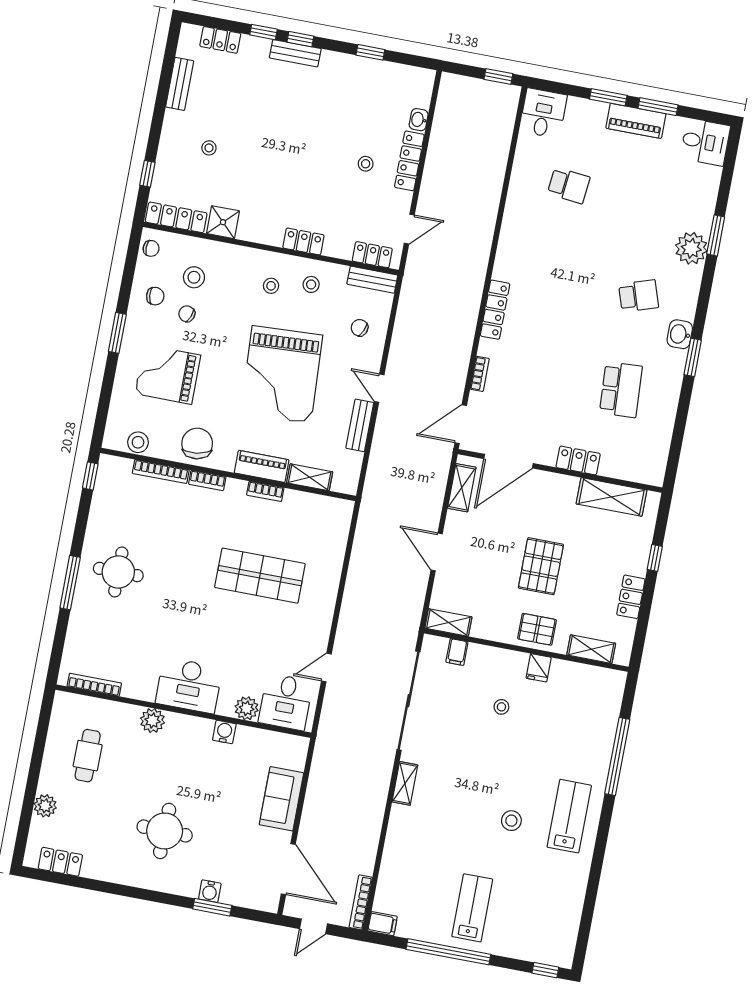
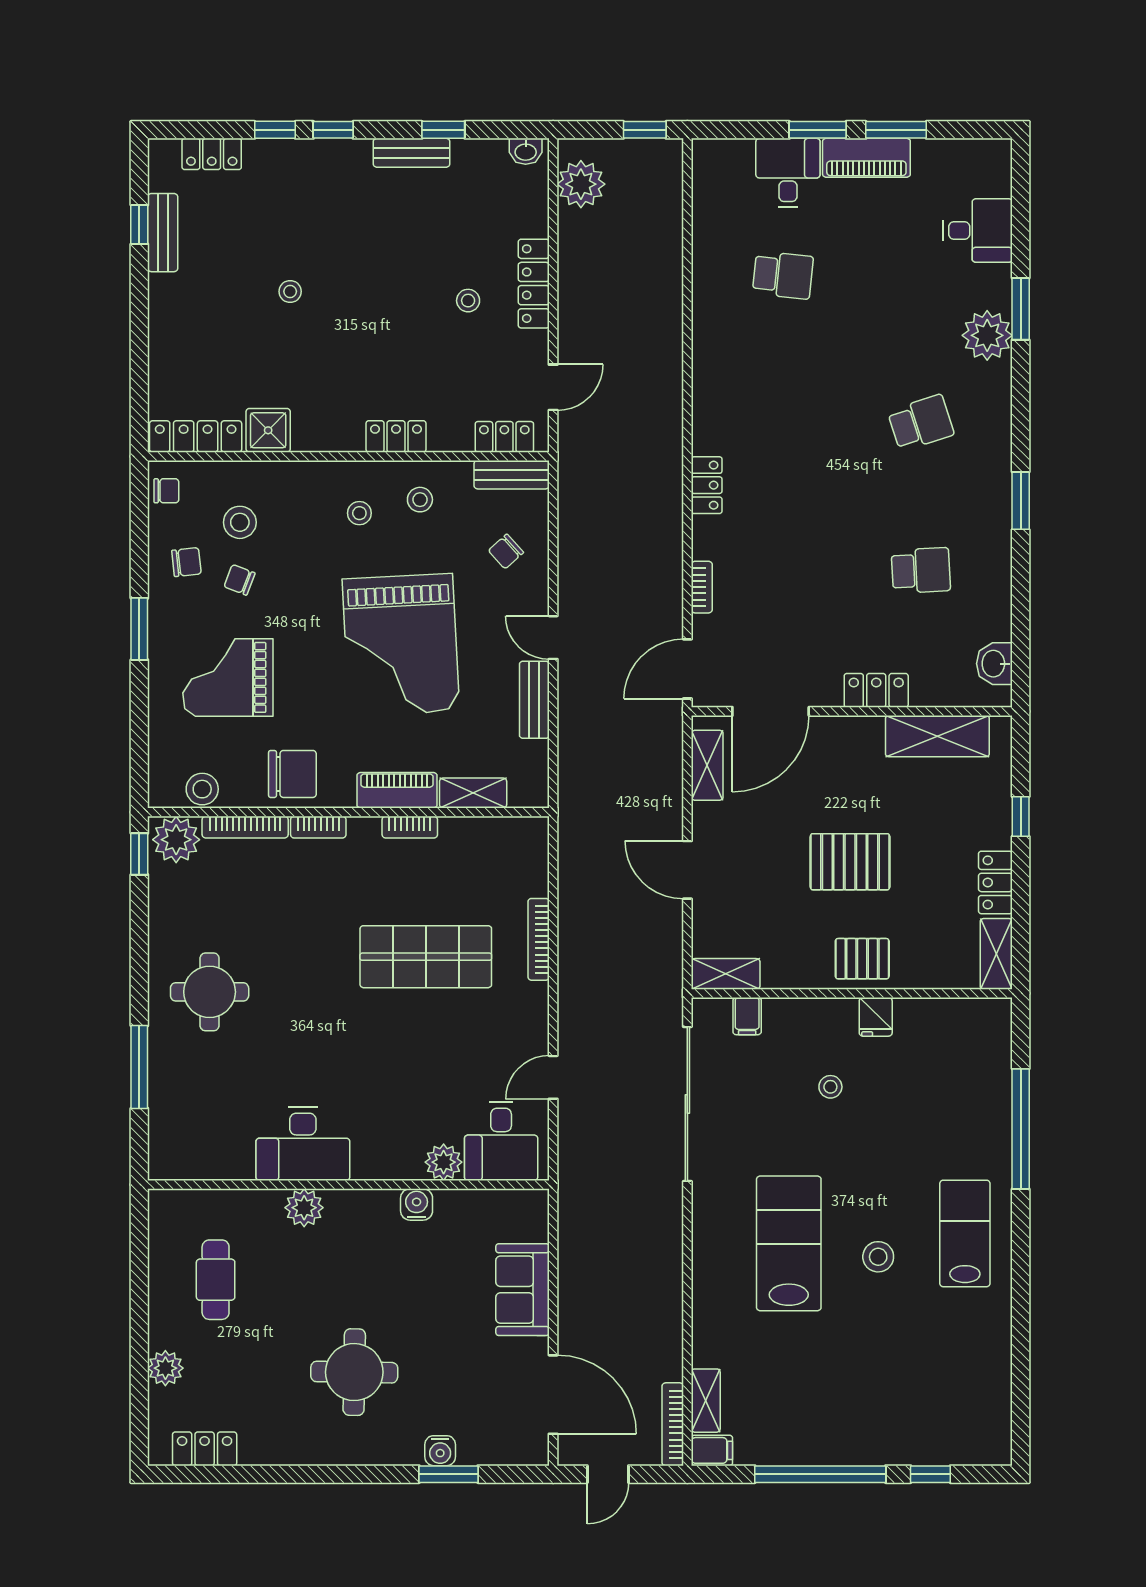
bench: (295, 53) -> (411, 153), moved
plant: (451, 103) -> (581, 184), added
desk: (543, 113) -> (788, 173), moved
washbasin: (419, 120) -> (526, 151), moved, turned -90
desk: (705, 142) -> (978, 230), moved
stool: (209, 148) -> (290, 291), moved
window: (147, 174) -> (139, 224), moved
locker: (495, 310) -> (707, 485), width x0.66
chair: (360, 328) -> (506, 551), turned -65
washbasin: (680, 334) -> (994, 664), moved
school desk: (621, 390) -> (921, 570), width x0.54
chair: (197, 444) -> (292, 774), turned 99
plant: (115, 471) -> (176, 840), added
pallet: (541, 566) -> (850, 862), turned 90
window: (70, 583) -> (139, 1067), moved
shelving: (591, 649) -> (996, 954), moved, turned 90
bookcase: (94, 685) -> (539, 939), moved, turned -90
desk: (189, 685) -> (303, 1144), moved
shelving: (405, 783) -> (706, 1401), moved
lab bench: (472, 908) -> (789, 1243), moved, width x1.36, depth x1.39
window: (545, 970) -> (930, 1474), moved

